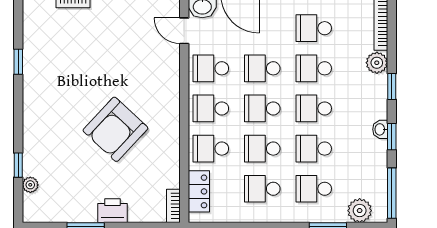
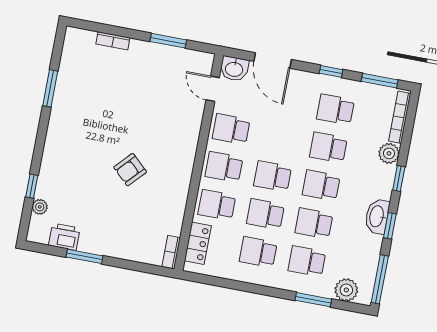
window: (18, 62) -> (50, 88), width x1.50
school desk: (262, 68) -> (280, 138), removed
armchair: (115, 129) -> (130, 170), width x0.53, depth x0.53
washbasin: (380, 129) -> (377, 216), width x1.91, depth x1.45
printer: (112, 211) -> (64, 237), moved

